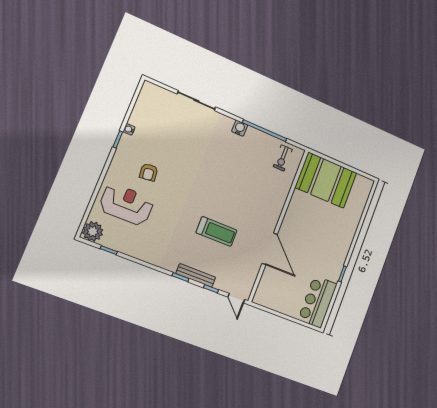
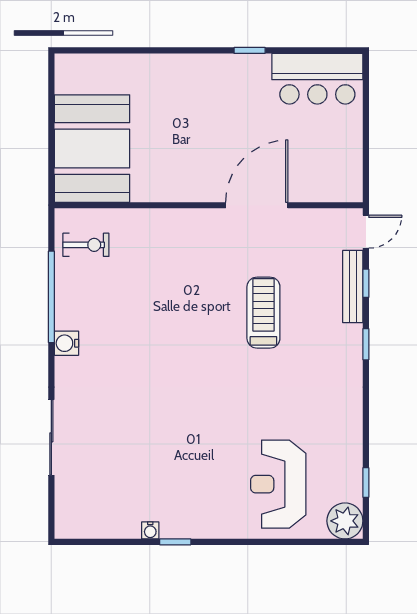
armchair: (149, 172) -> (209, 469), removed
bench: (196, 275) -> (353, 287), moved

